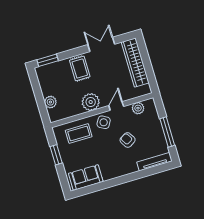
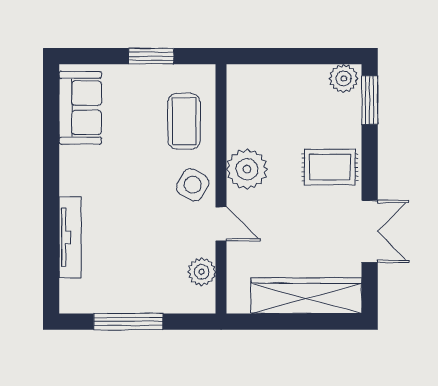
plant: (50, 102) -> (344, 78), moved
armchair: (128, 140) -> (137, 227), removed
tv unit: (154, 162) -> (70, 237), moved

